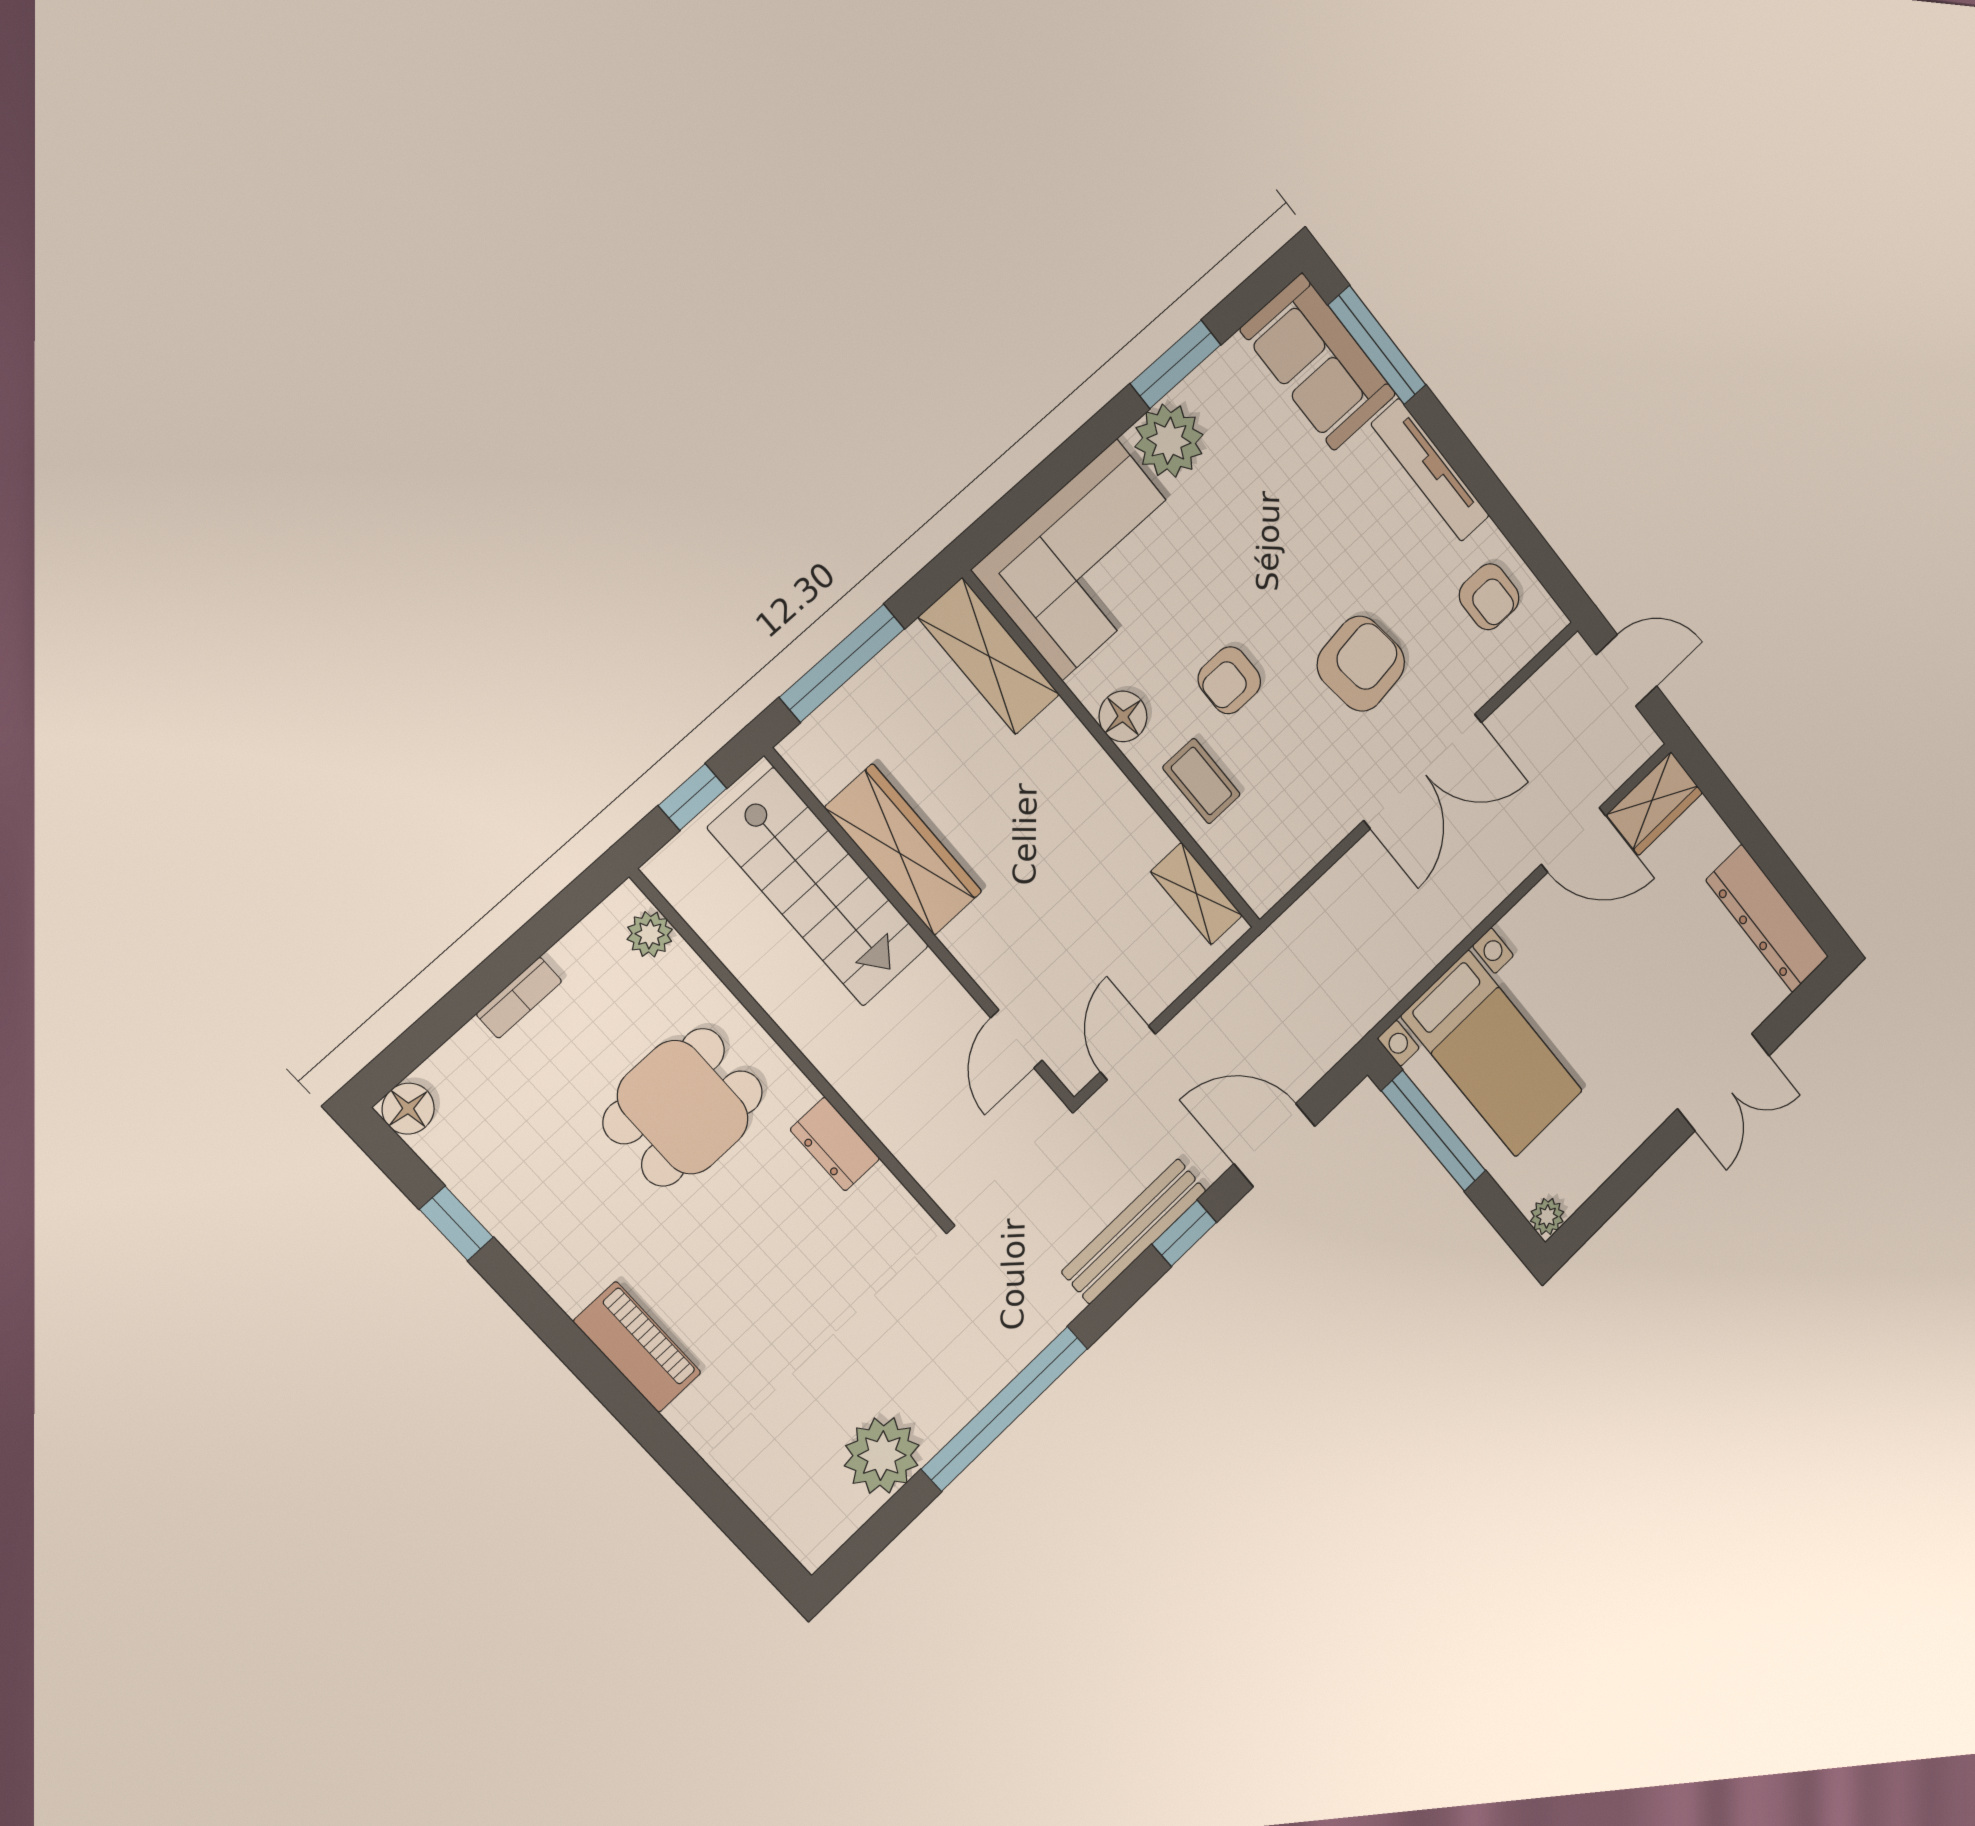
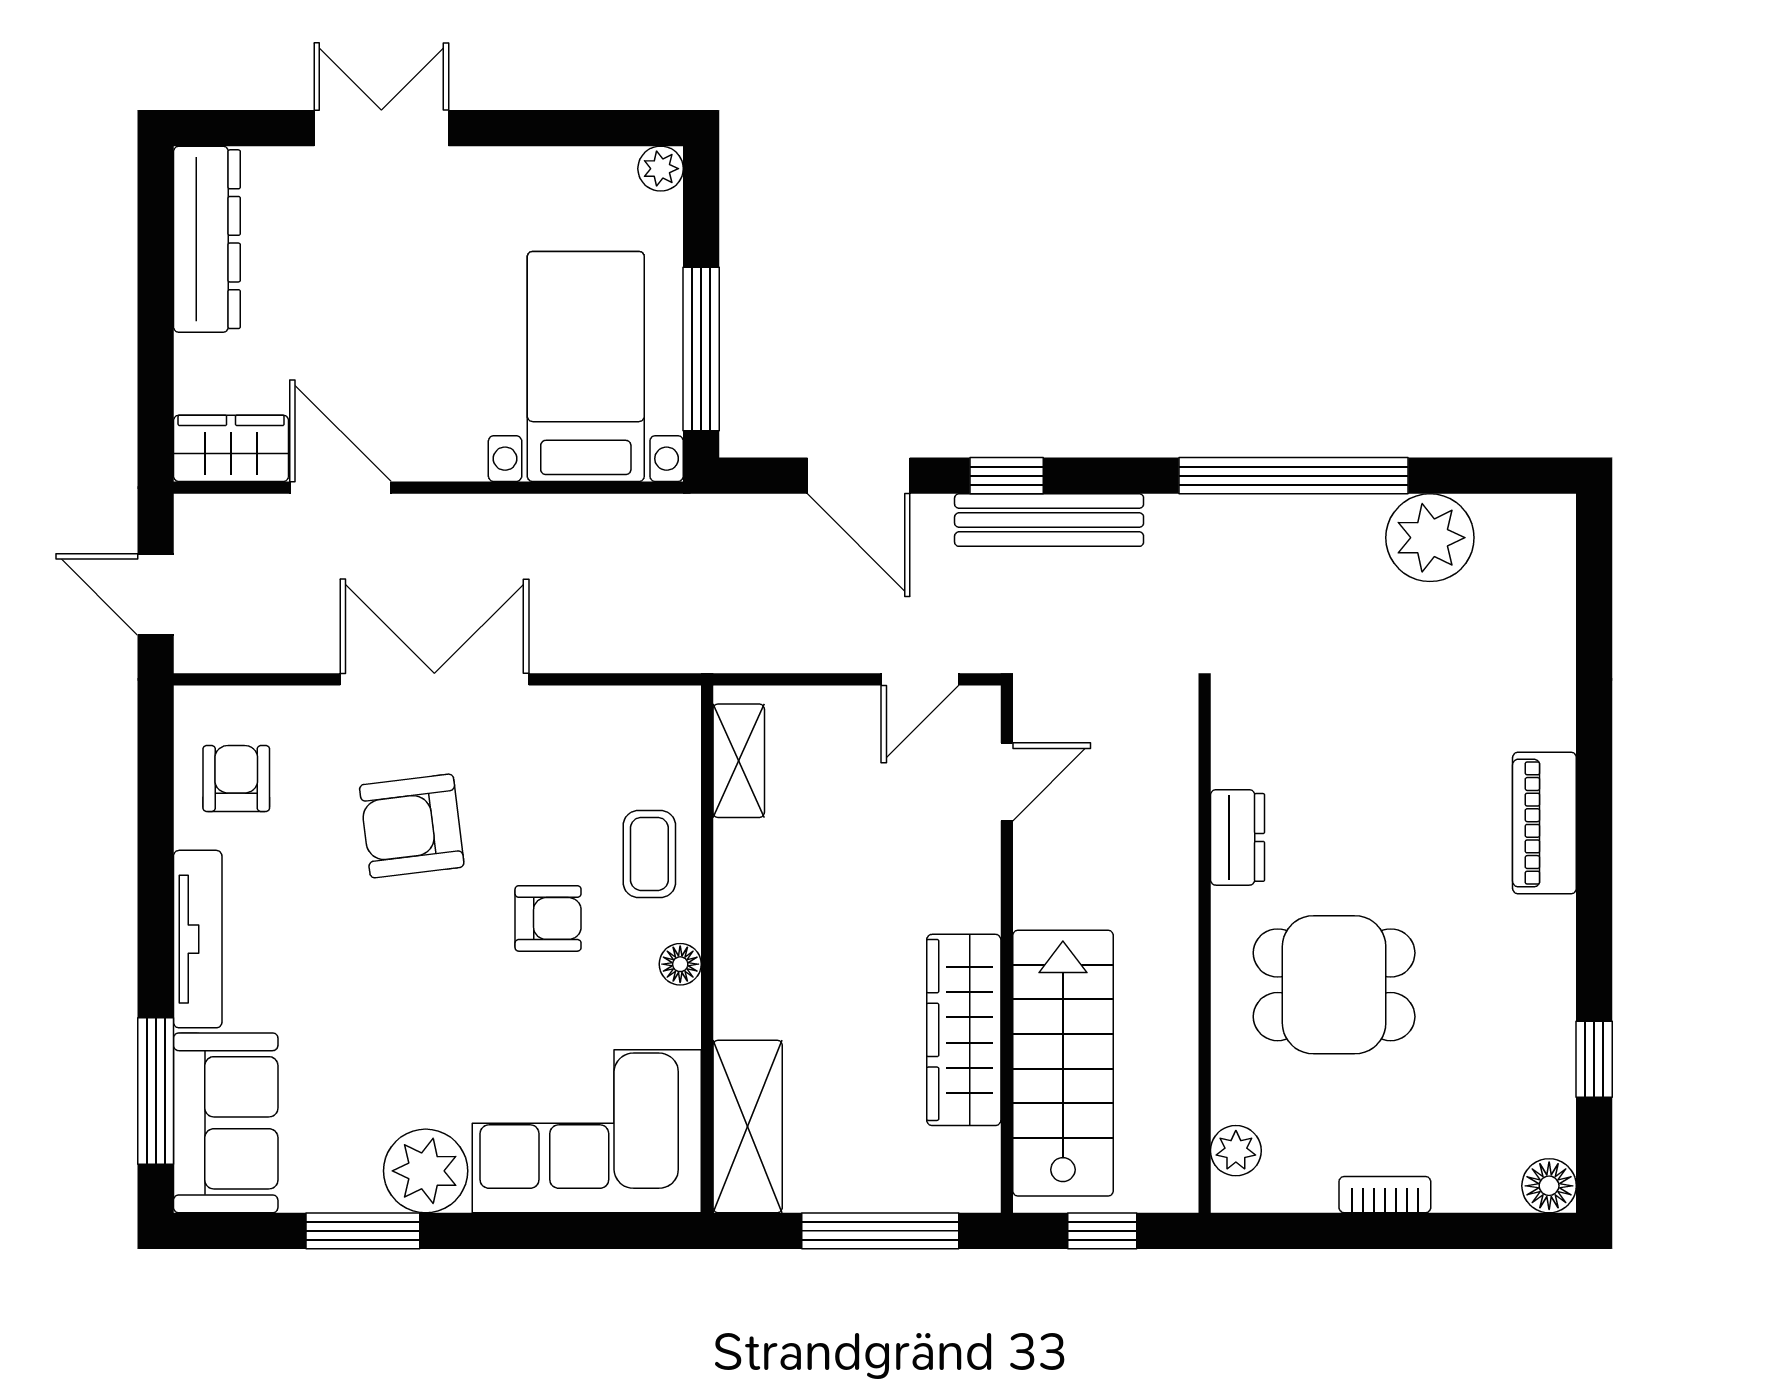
floor lamp: (1123, 716) -> (680, 964), width x0.73, depth x0.73

